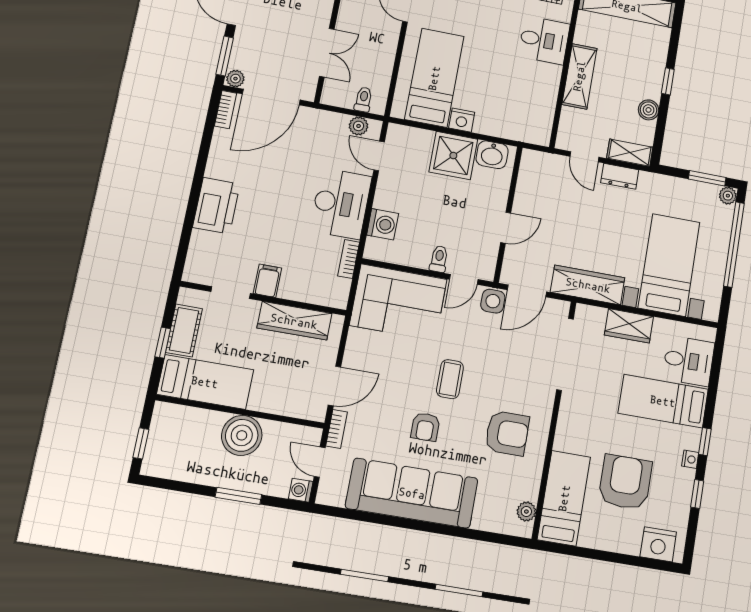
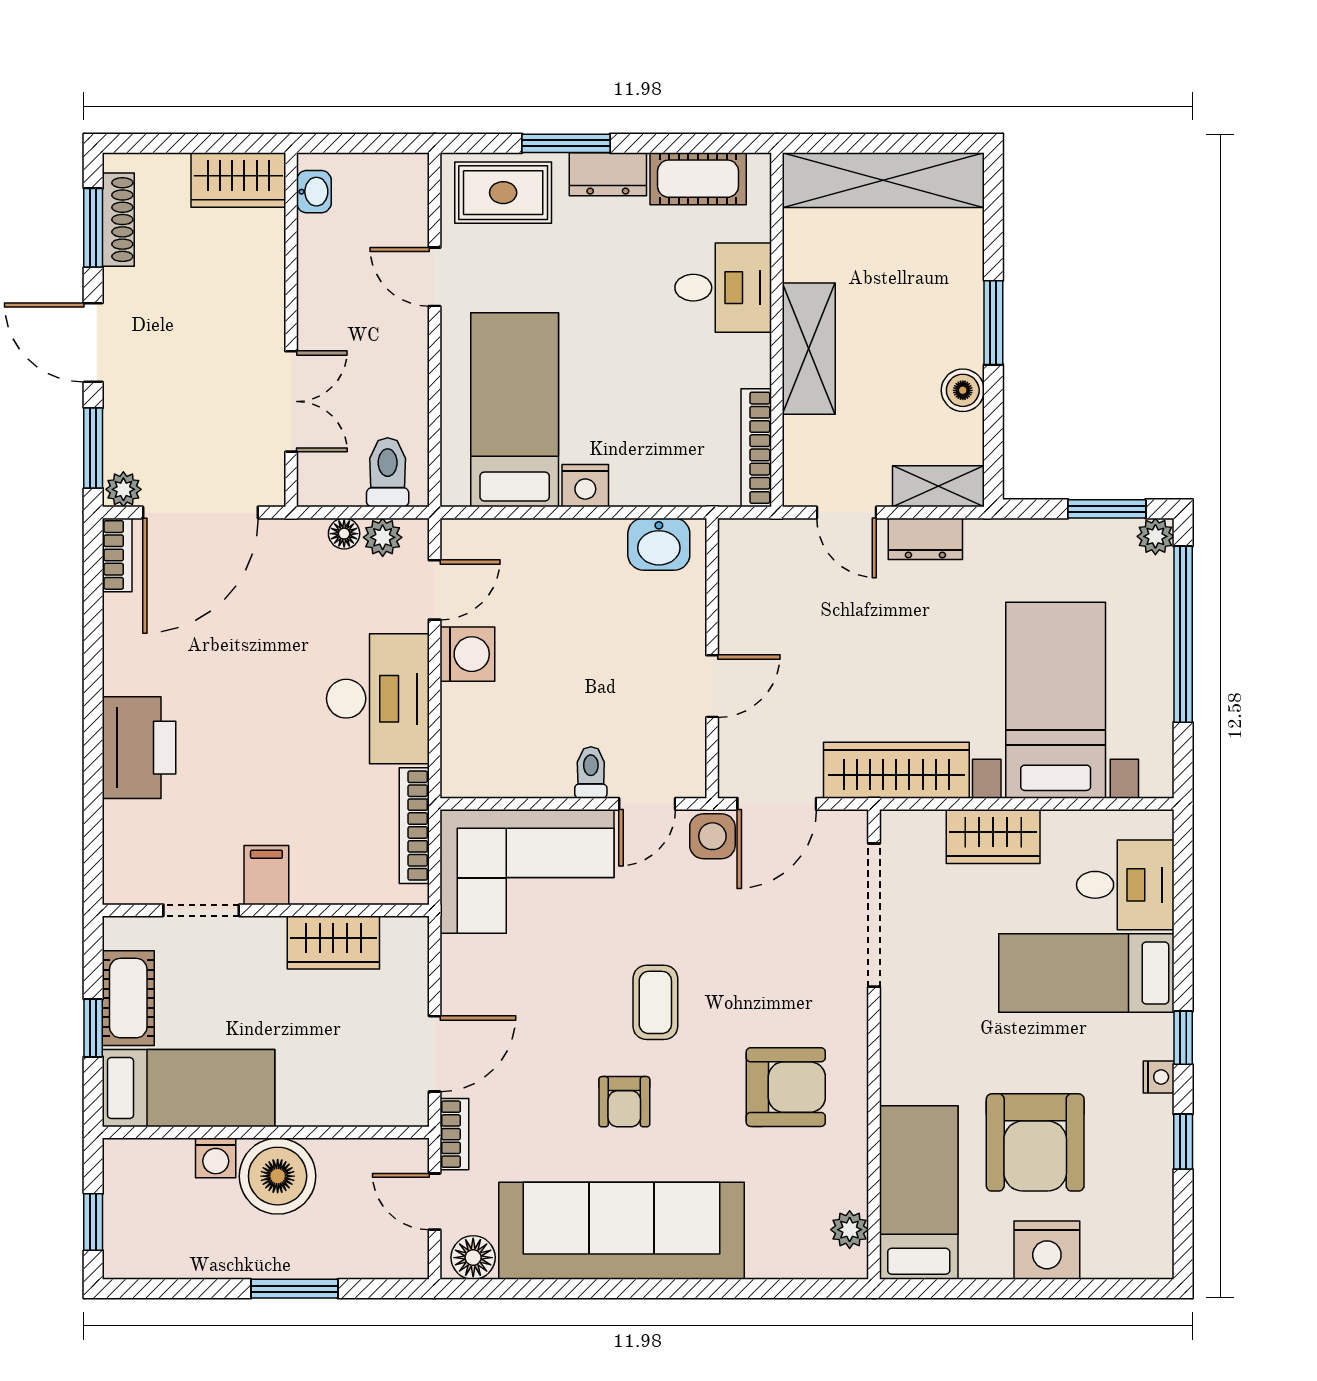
window: (668, 81) -> (993, 323), width x1.50
toilet: (363, 99) -> (388, 472), width x1.37, depth x1.39
bookcase: (547, 118) -> (756, 448), added
floor lamp: (340, 121) -> (344, 534), added
door: (379, 156) -> (435, 590), swing flipped
shower: (453, 156) -> (582, 561), removed
washing machine: (383, 224) -> (467, 654), moved
bookcase: (349, 259) -> (414, 826), width x1.56
wardrobe: (294, 321) -> (333, 943), width x0.67
armchair: (625, 482) -> (1035, 1142), turned 180
washing machine: (301, 490) -> (216, 1158), moved, turned -90
floor lamp: (334, 495) -> (473, 1258), added
nightstand: (658, 544) -> (1047, 1250), moved

